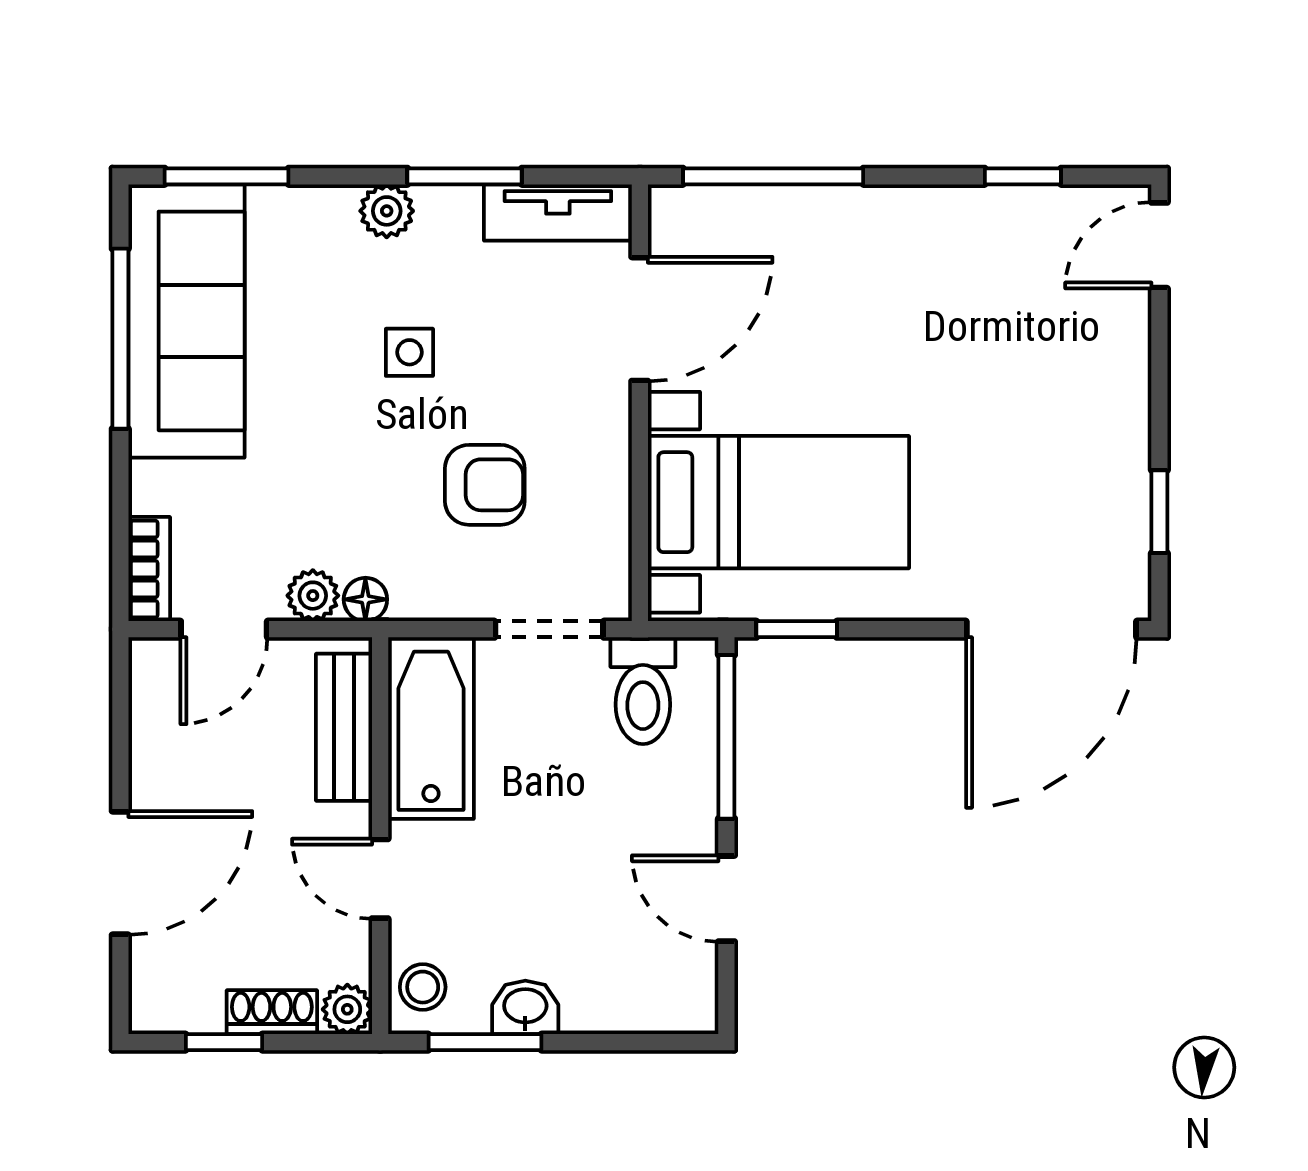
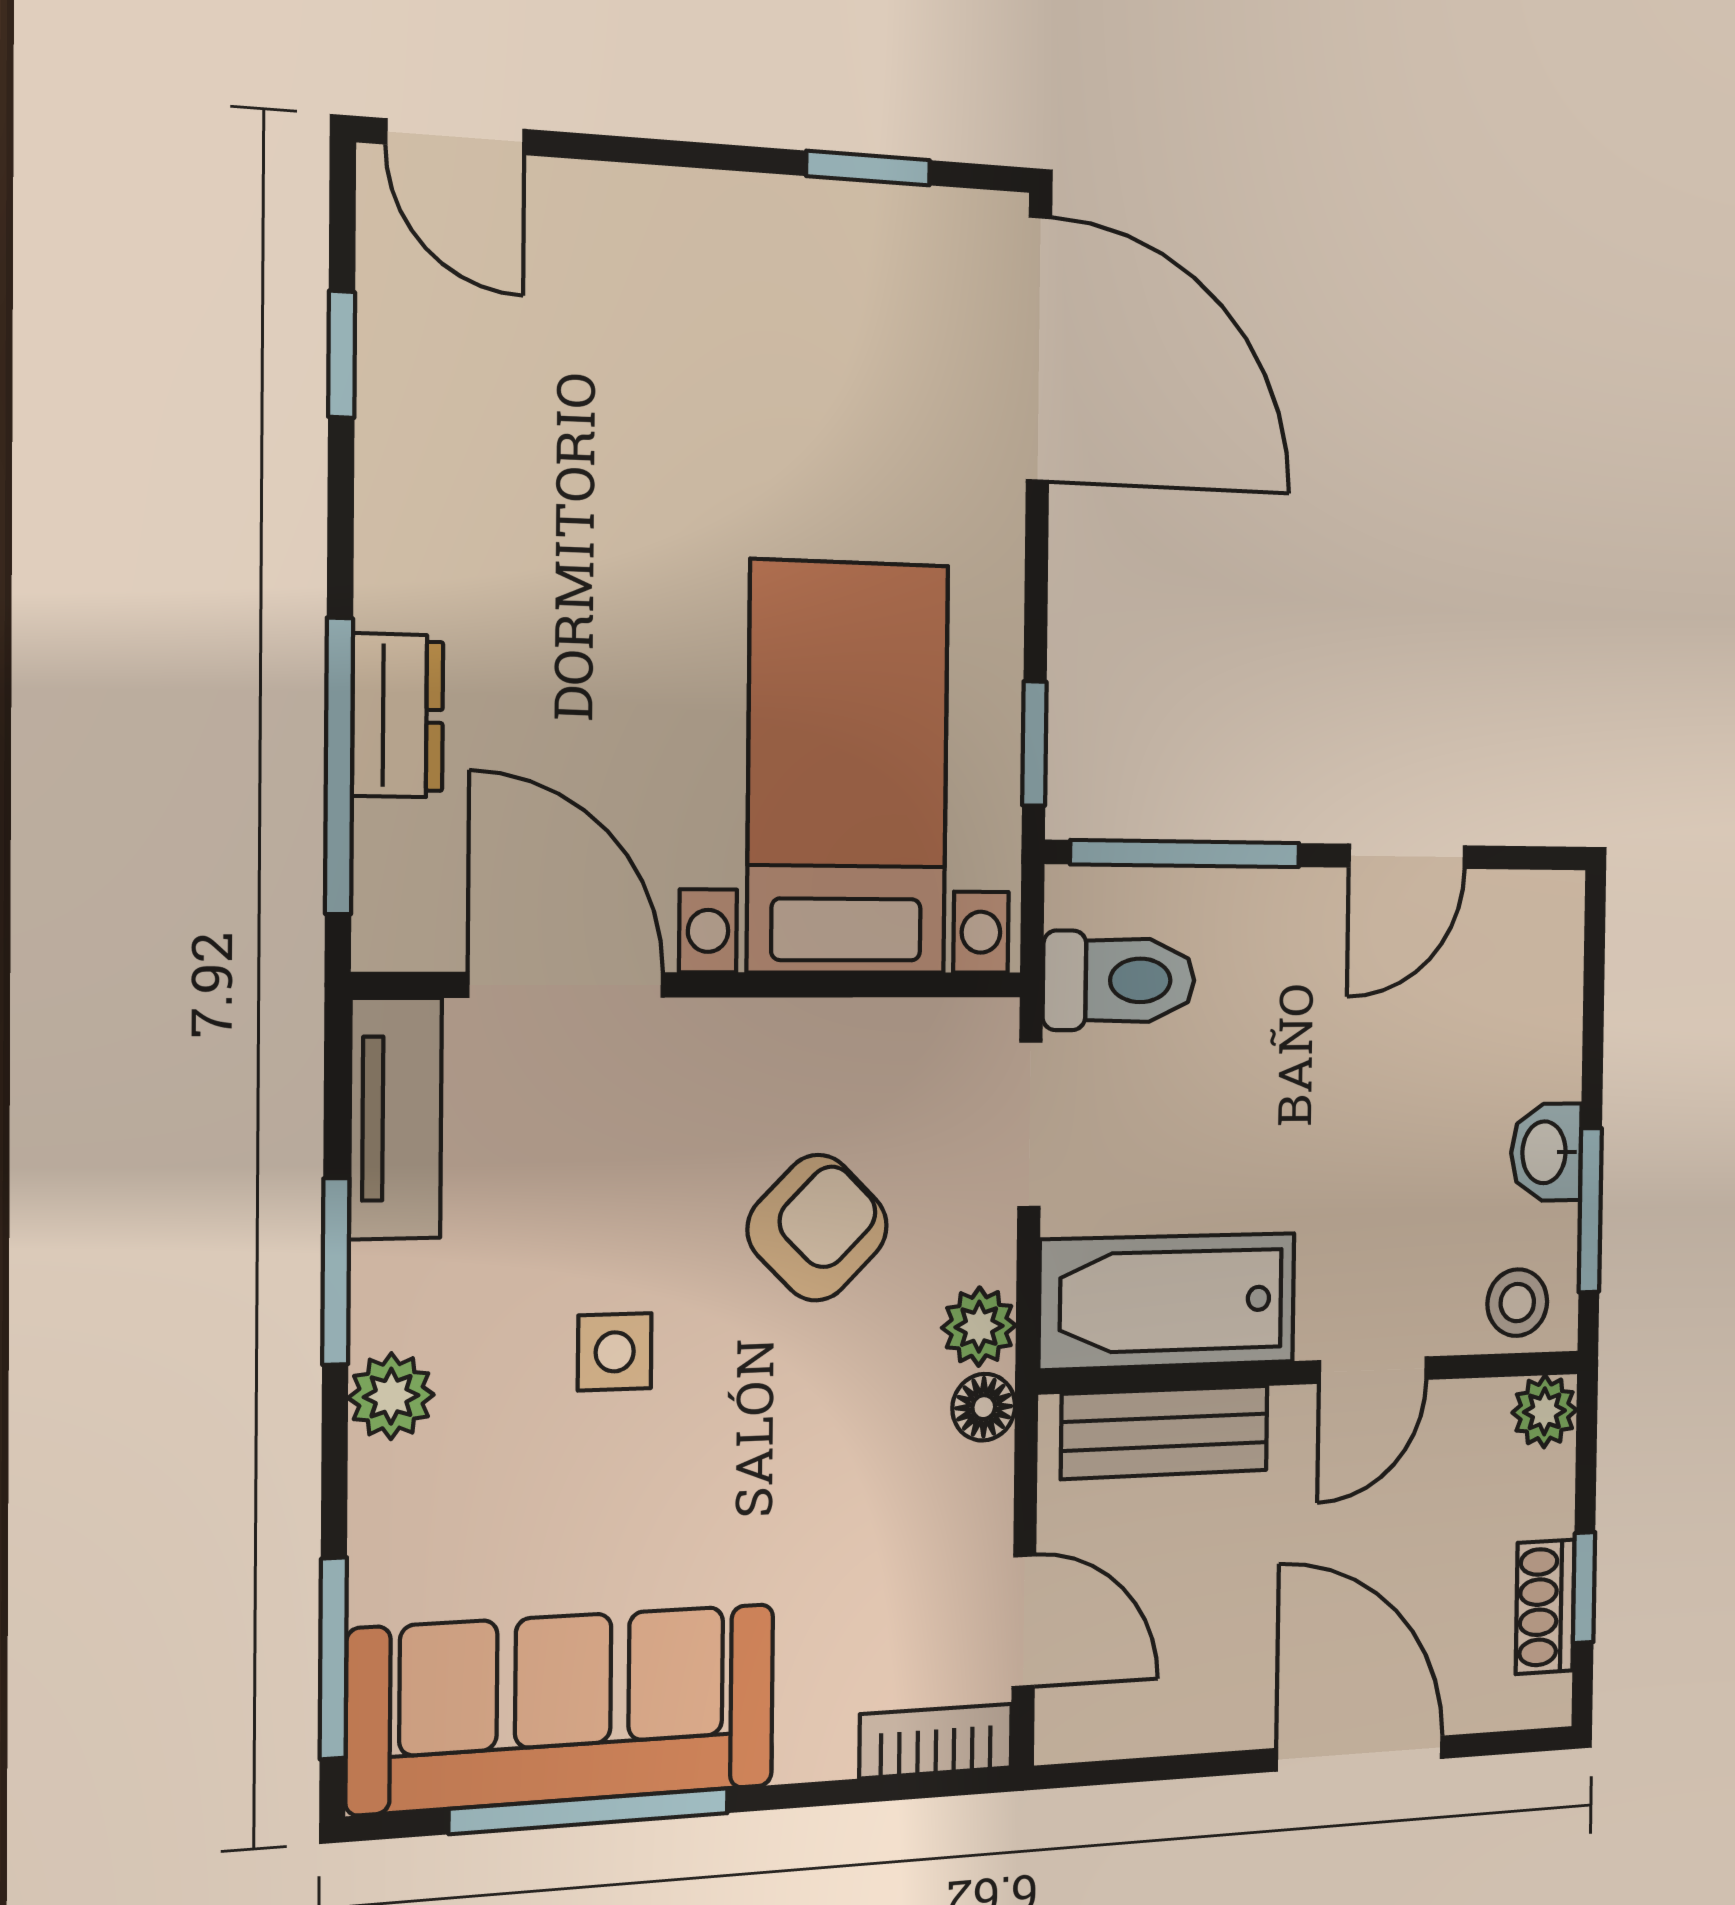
dresser: (805, 212) -> (398, 715), added
armchair: (485, 485) -> (817, 1228), turned 45
plant: (313, 596) -> (979, 1327), moved
shoe rack: (272, 1012) -> (1545, 1607), moved

